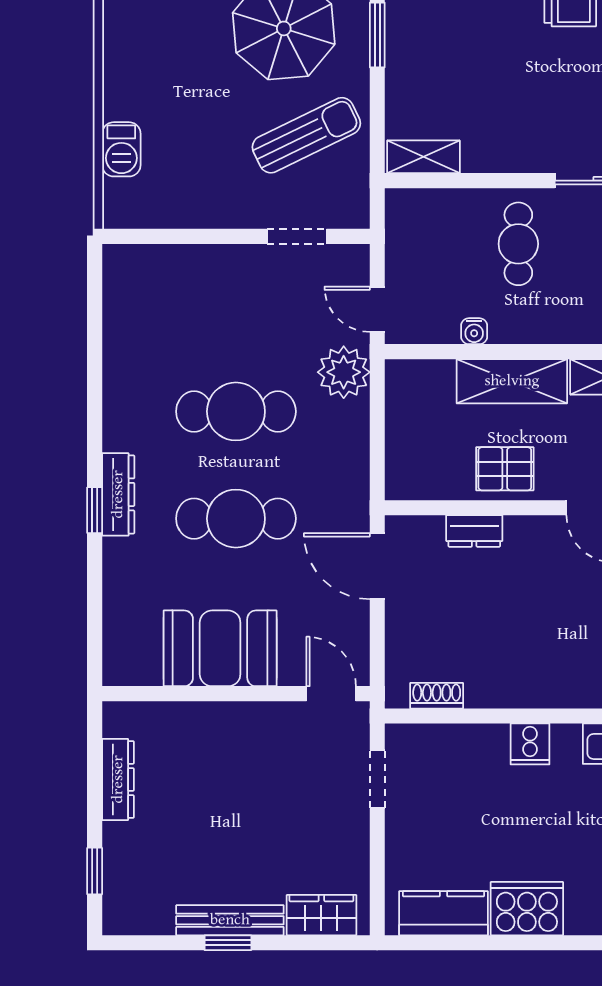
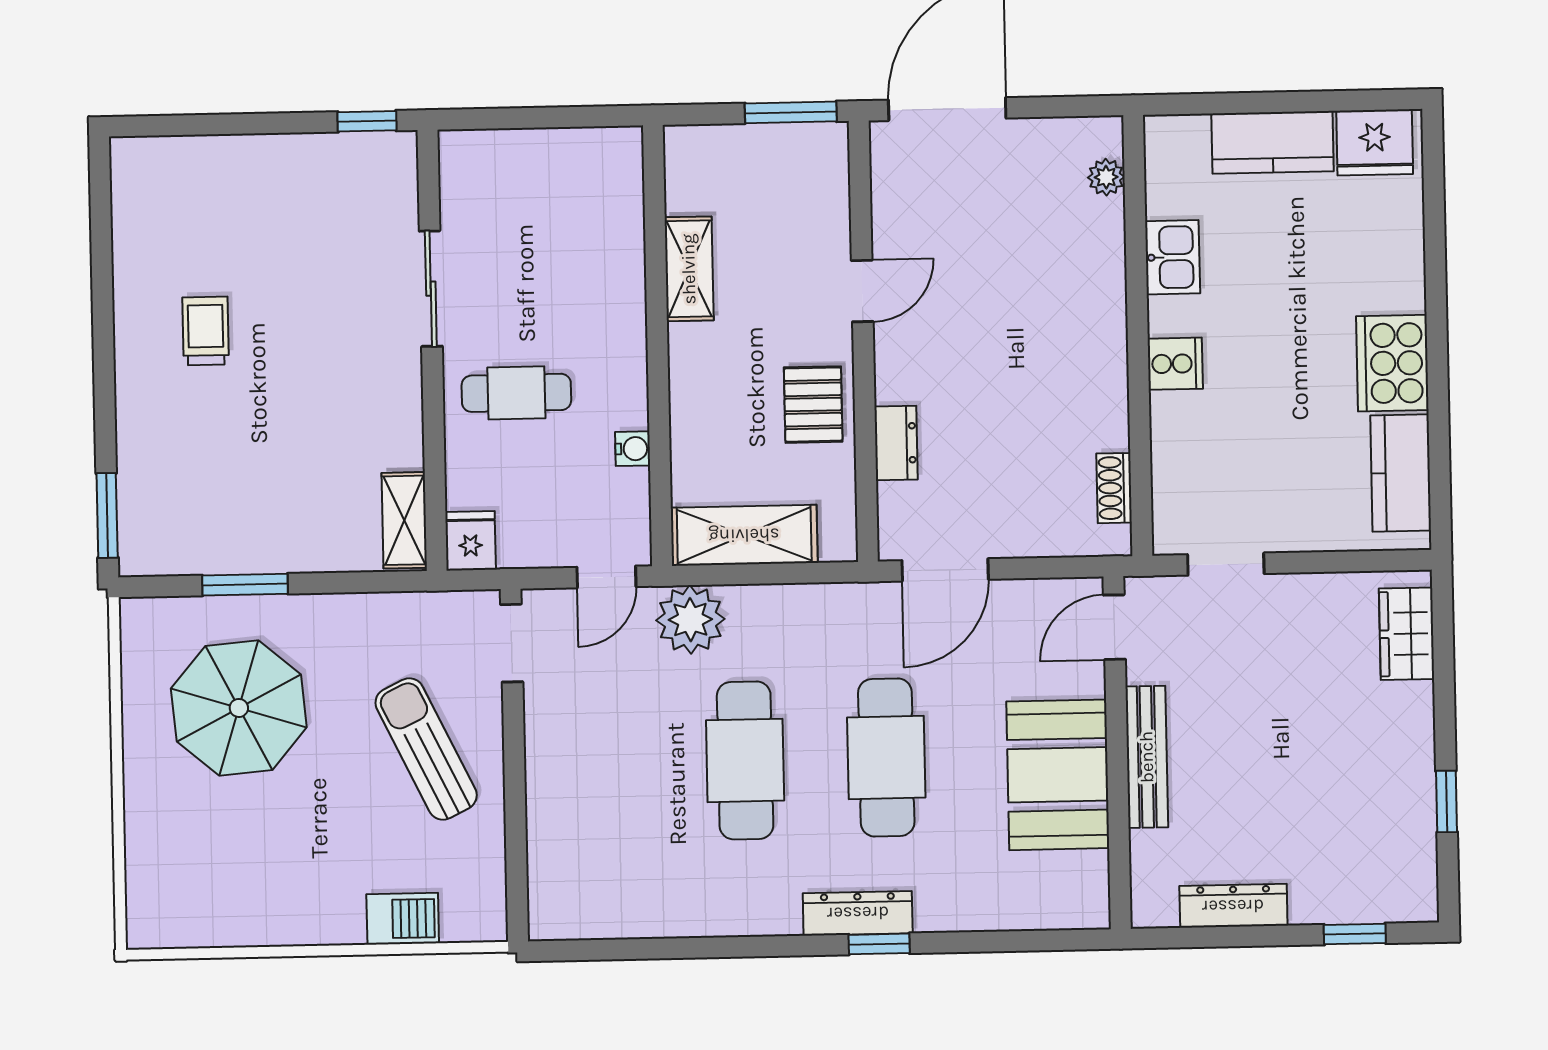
sun lounger: (306, 135) -> (426, 749), moved
fridge: (407, 207) -> (471, 541), added
doorway: (297, 236) -> (512, 643), moved
shelving: (512, 381) -> (744, 535), moved, turned 90
bench: (230, 920) -> (1147, 757), moved
window: (228, 943) -> (1447, 802), moved

